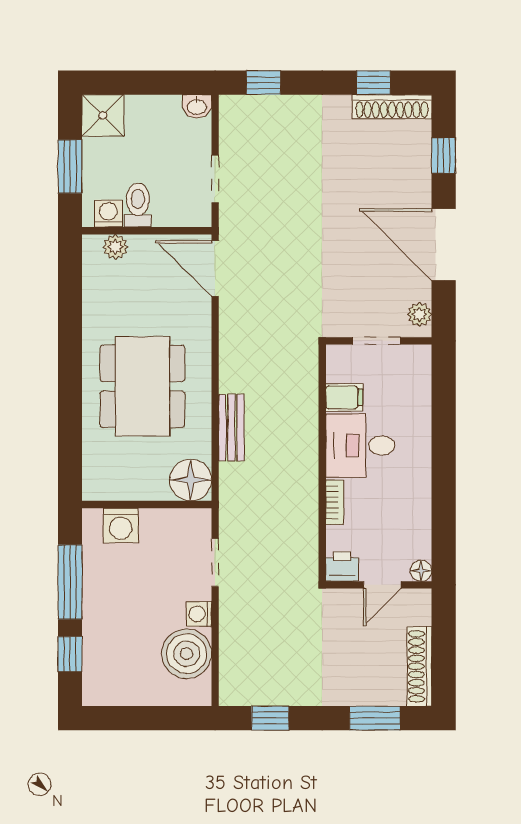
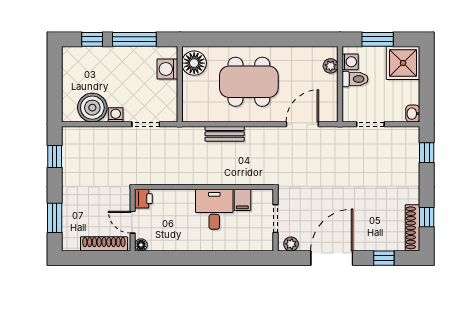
shower: (103, 115) -> (403, 63), width x1.36, depth x1.36
door: (215, 268) -> (302, 124), moved
floor lamp: (191, 480) -> (194, 63), moved
bookcase: (335, 502) -> (181, 194), removed
shoe rack: (419, 666) -> (104, 244), moved

